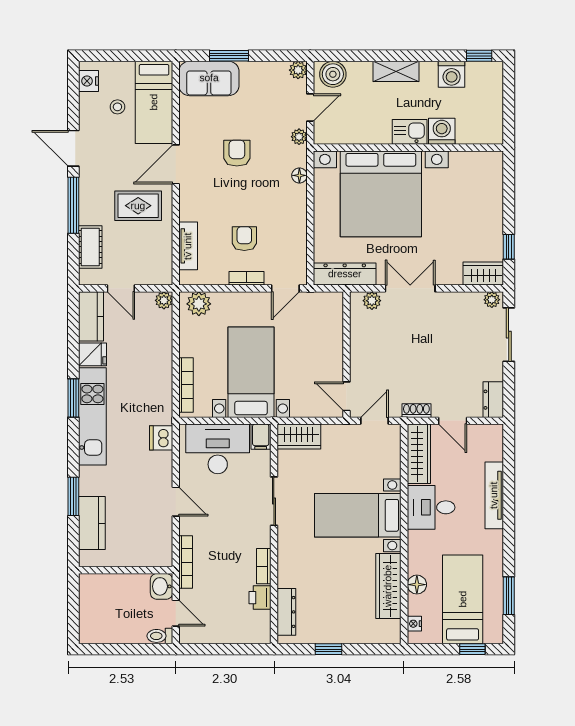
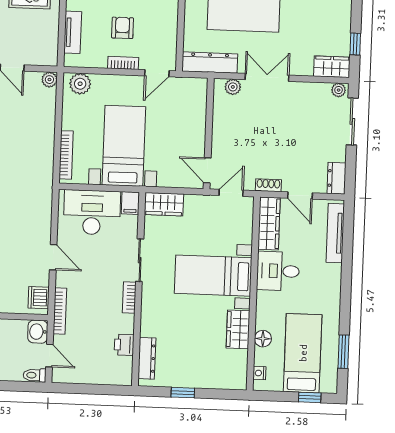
dishwasher: (161, 438) -> (39, 298), moved
tv unit: (494, 495) -> (335, 233), moved
bookcase: (264, 566) -> (129, 297), moved
wardrobe: (388, 586) -> (238, 329), width x0.67

